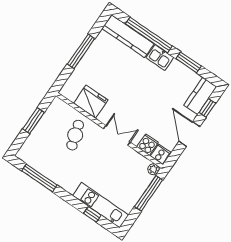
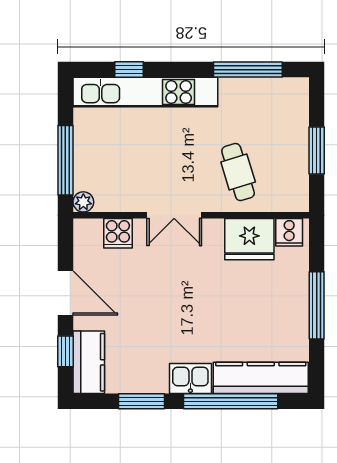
cooker: (160, 154) -> (289, 232), moved
kitchen unit: (101, 205) -> (145, 92), width x1.36

